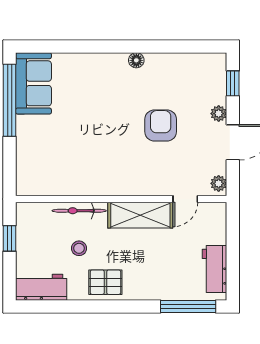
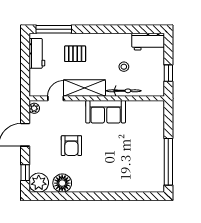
floor lamp: (136, 60) -> (62, 183), moved, width x1.89, depth x1.89
sofa: (33, 83) -> (106, 112), moved, turned -90
plant: (219, 114) -> (39, 183), moved, width x1.87, depth x1.87
pallet: (105, 282) -> (75, 54), moved

